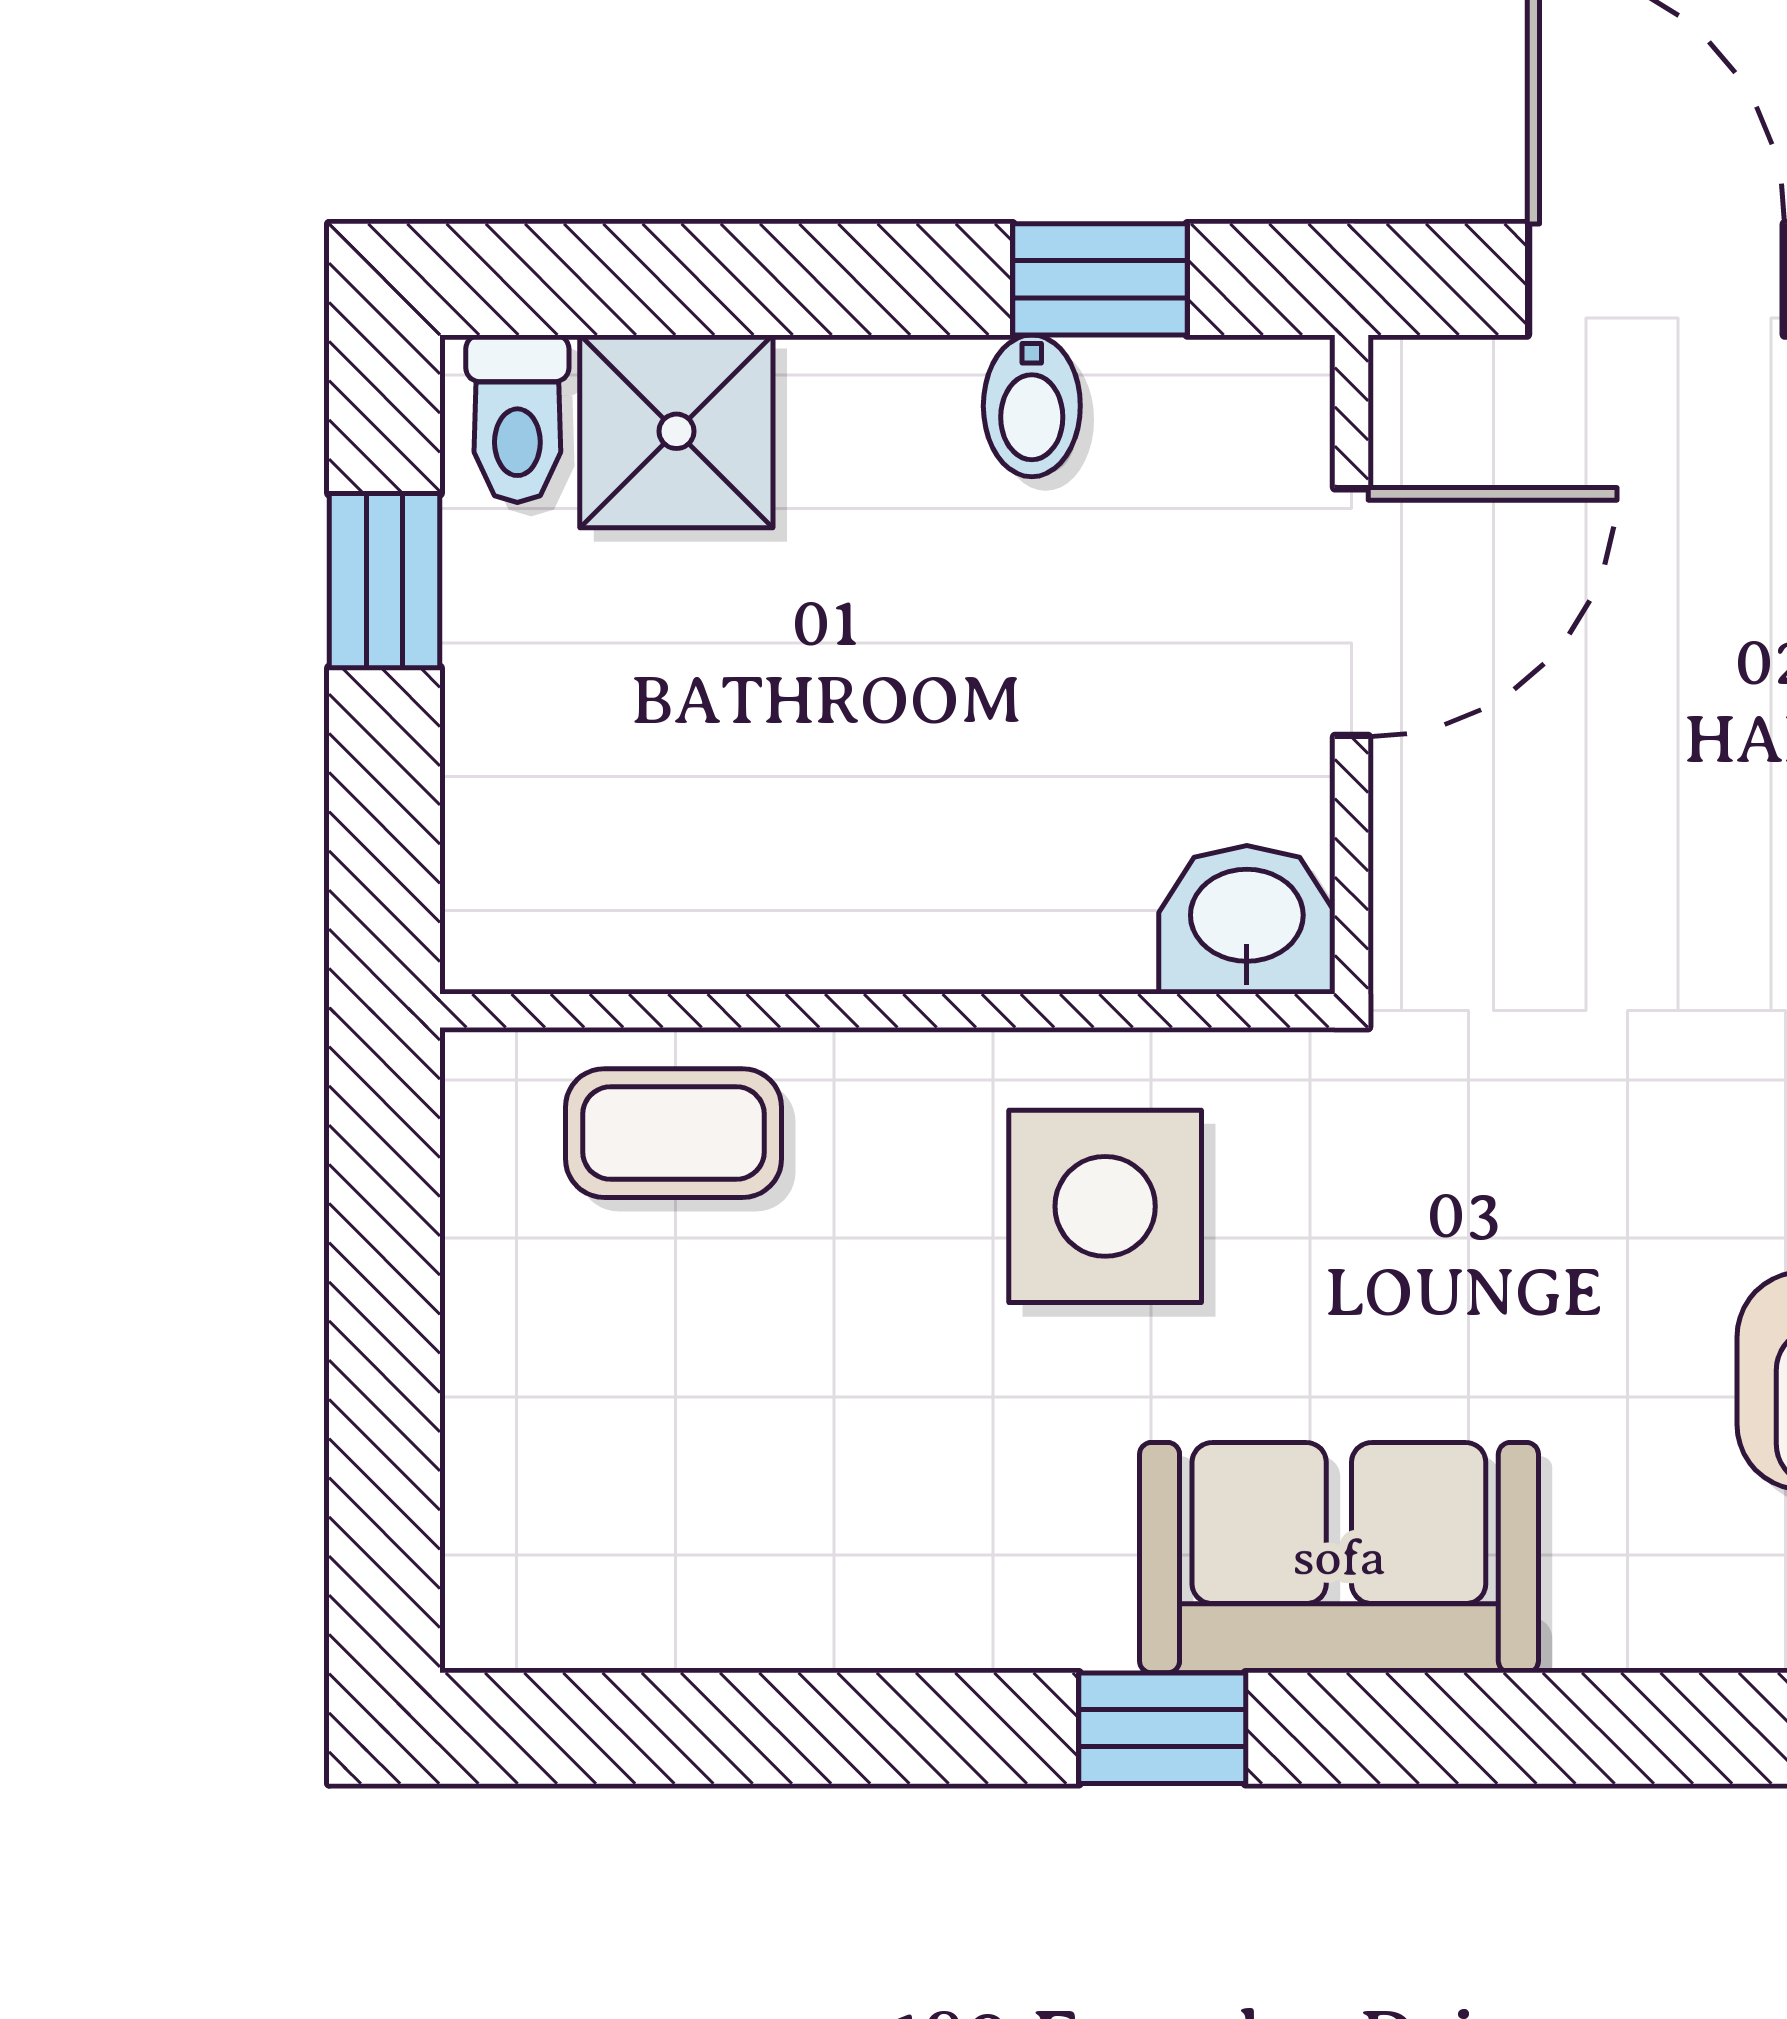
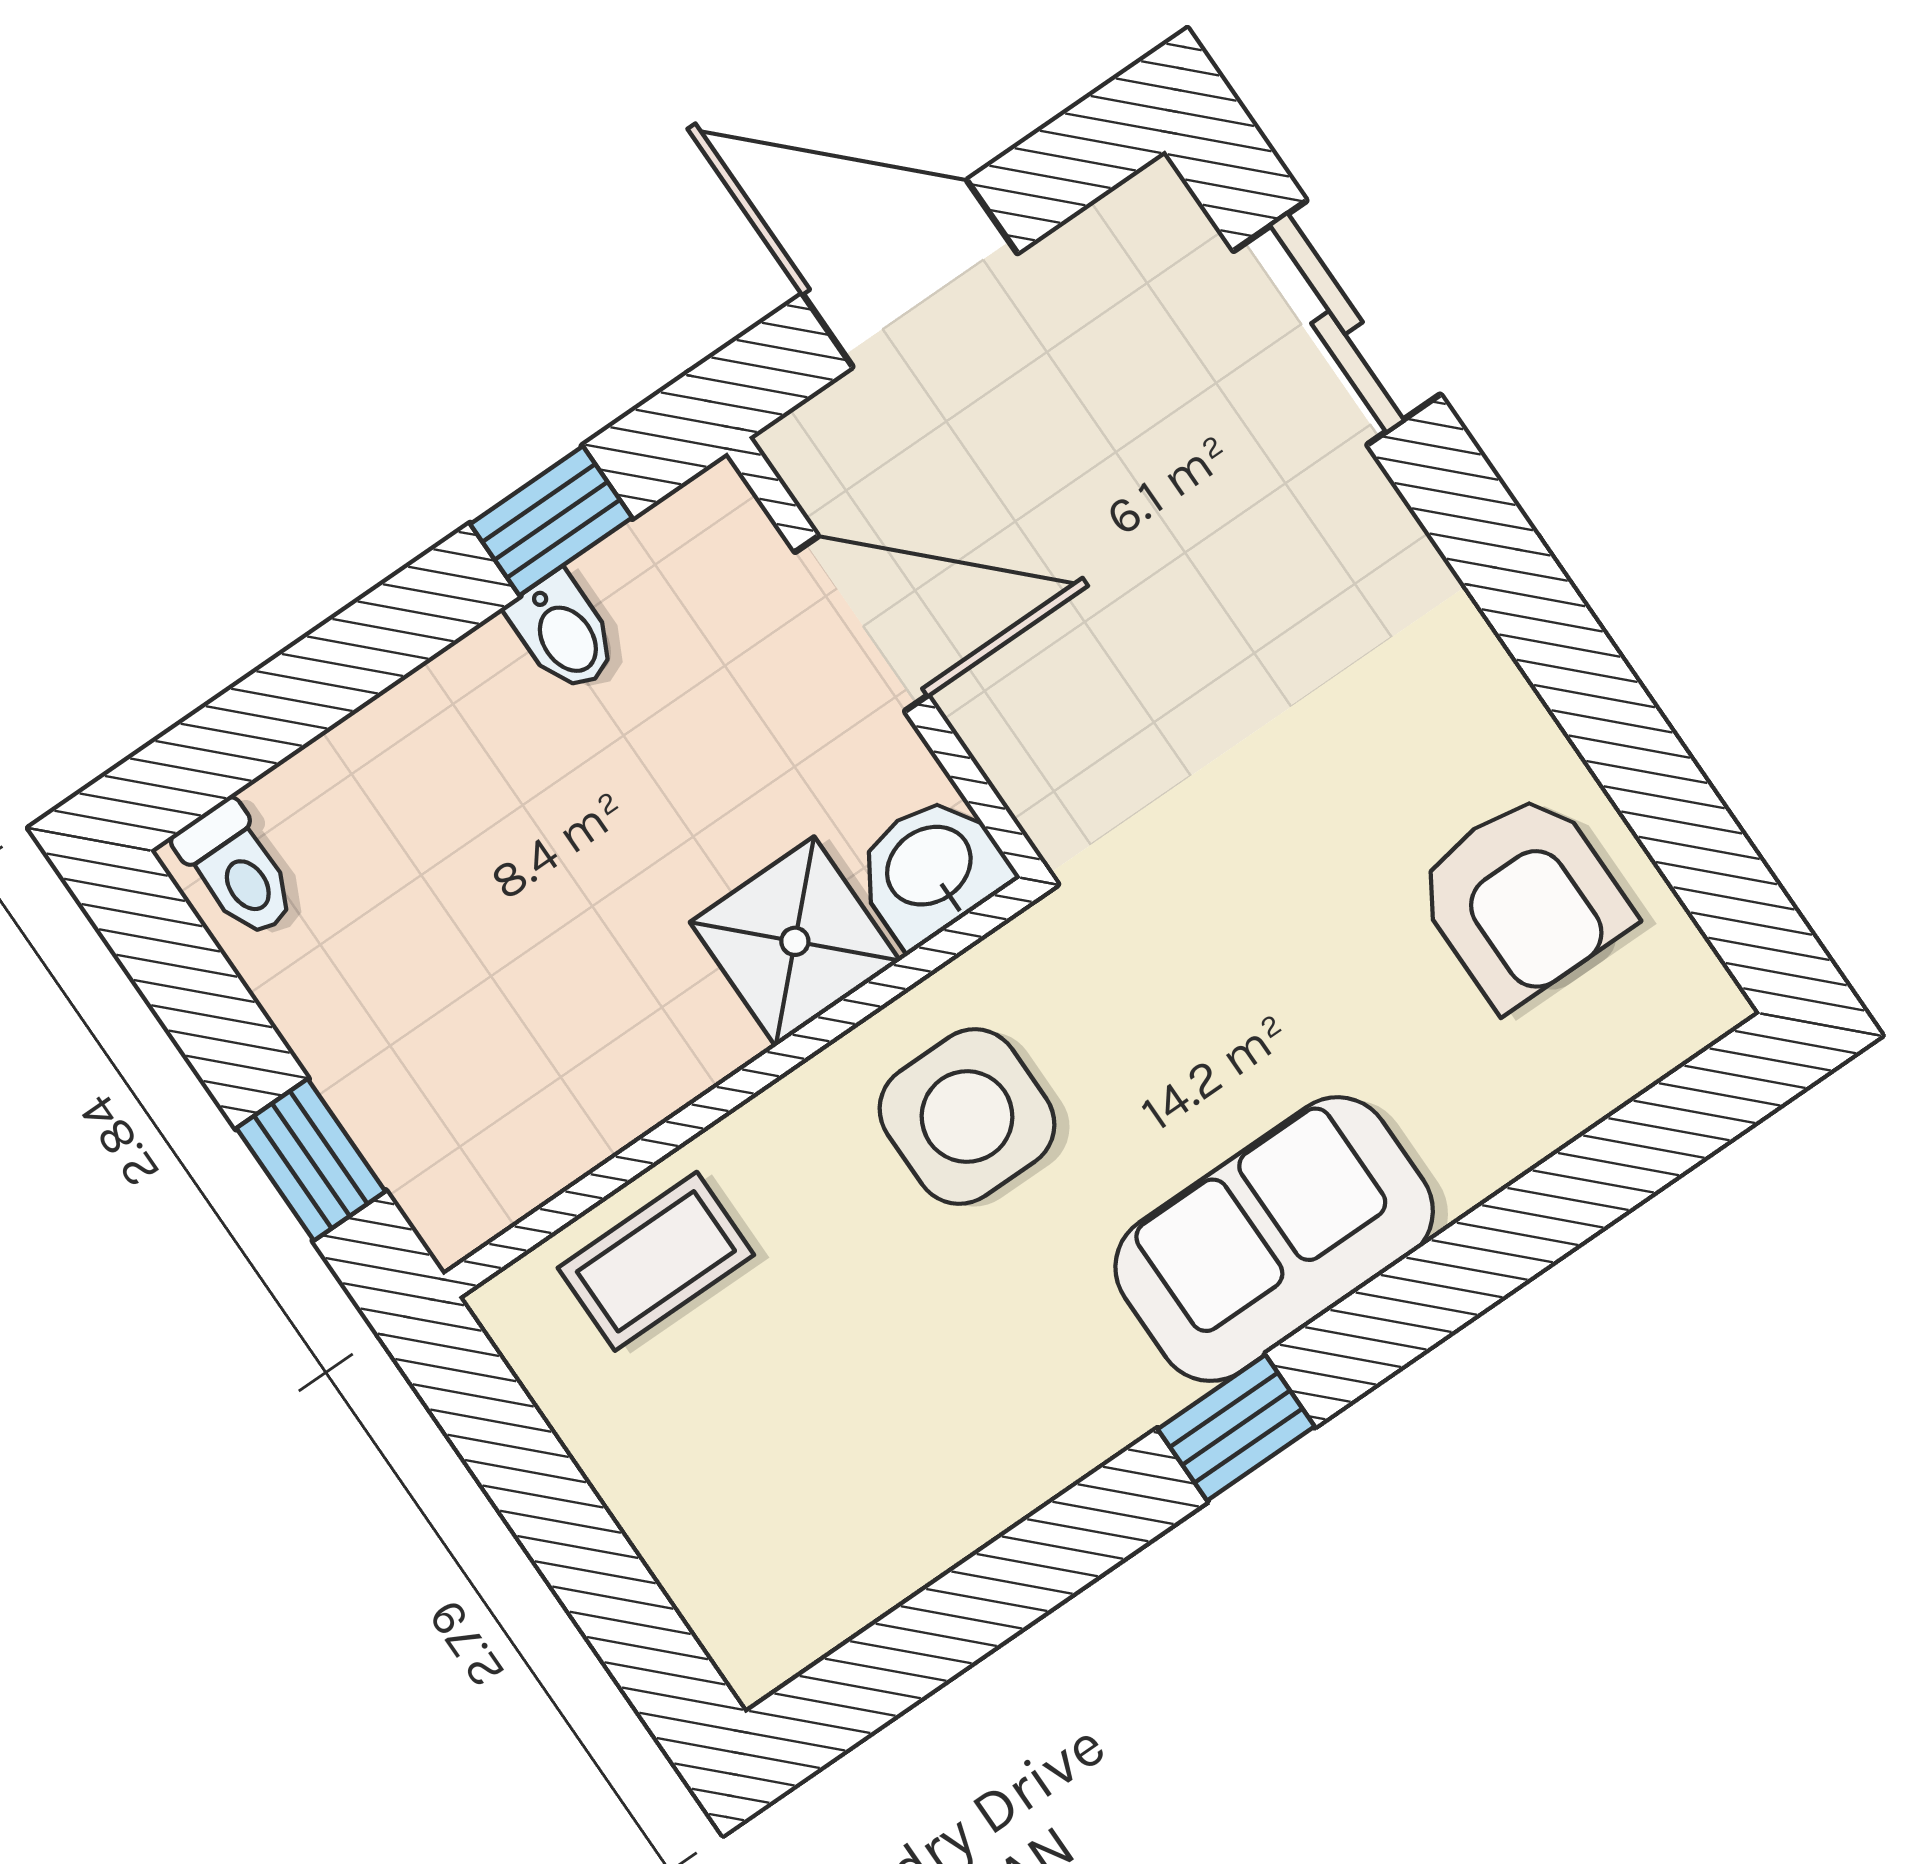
shower: (676, 431) -> (795, 941), moved
window: (385, 581) -> (311, 1160), moved
door: (1351, 612) -> (861, 624), hinge flipped

